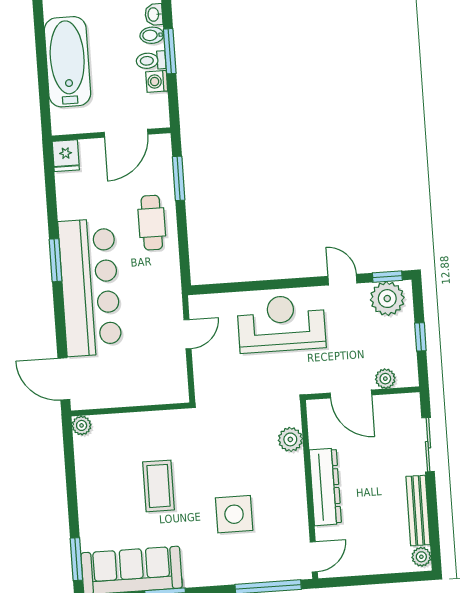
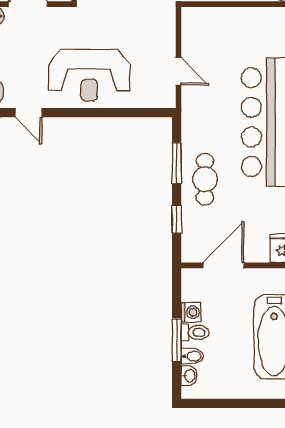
window: (179, 178) -> (177, 219), width x0.67
window: (183, 237) -> (177, 163), added
door: (188, 334) -> (178, 71), swing flipped

